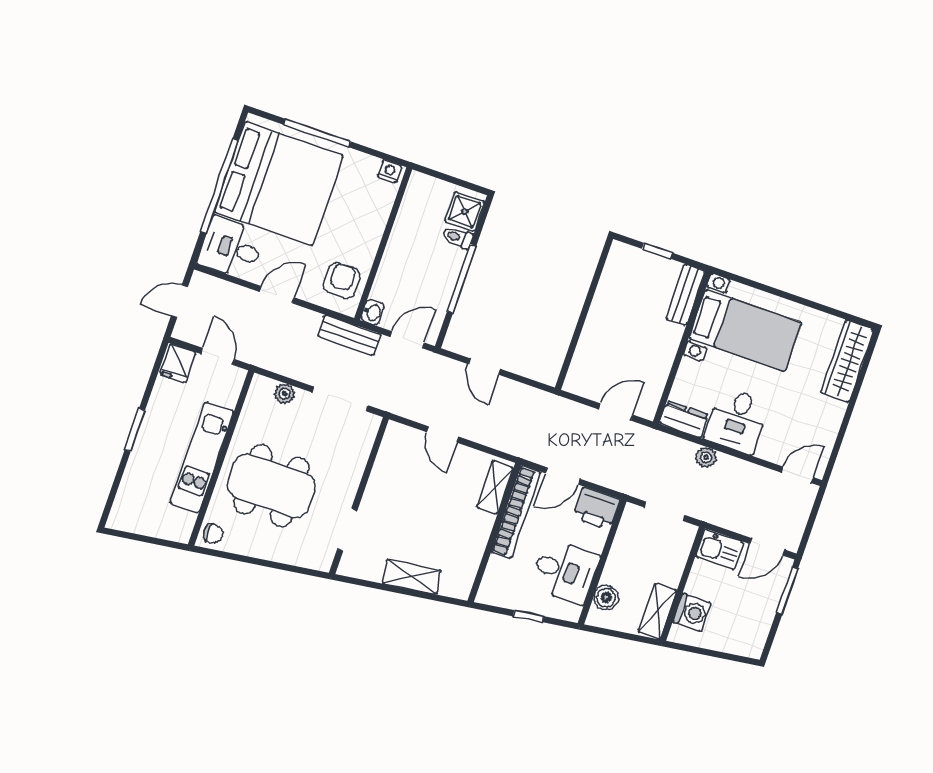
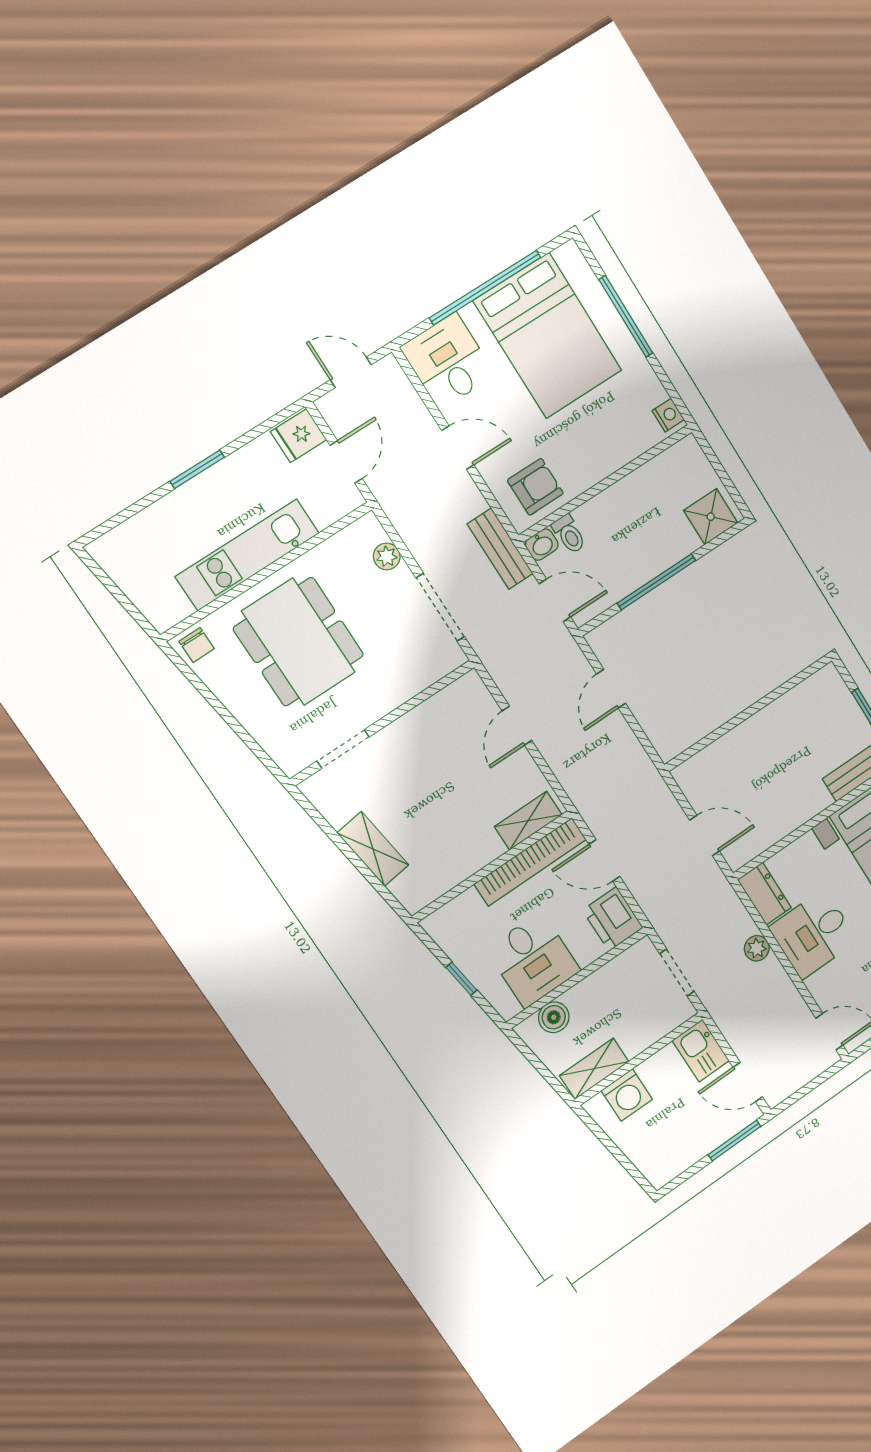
bed: (279, 184) -> (548, 336), width x0.73
toilet: (458, 237) -> (569, 534), moved, turned 180

